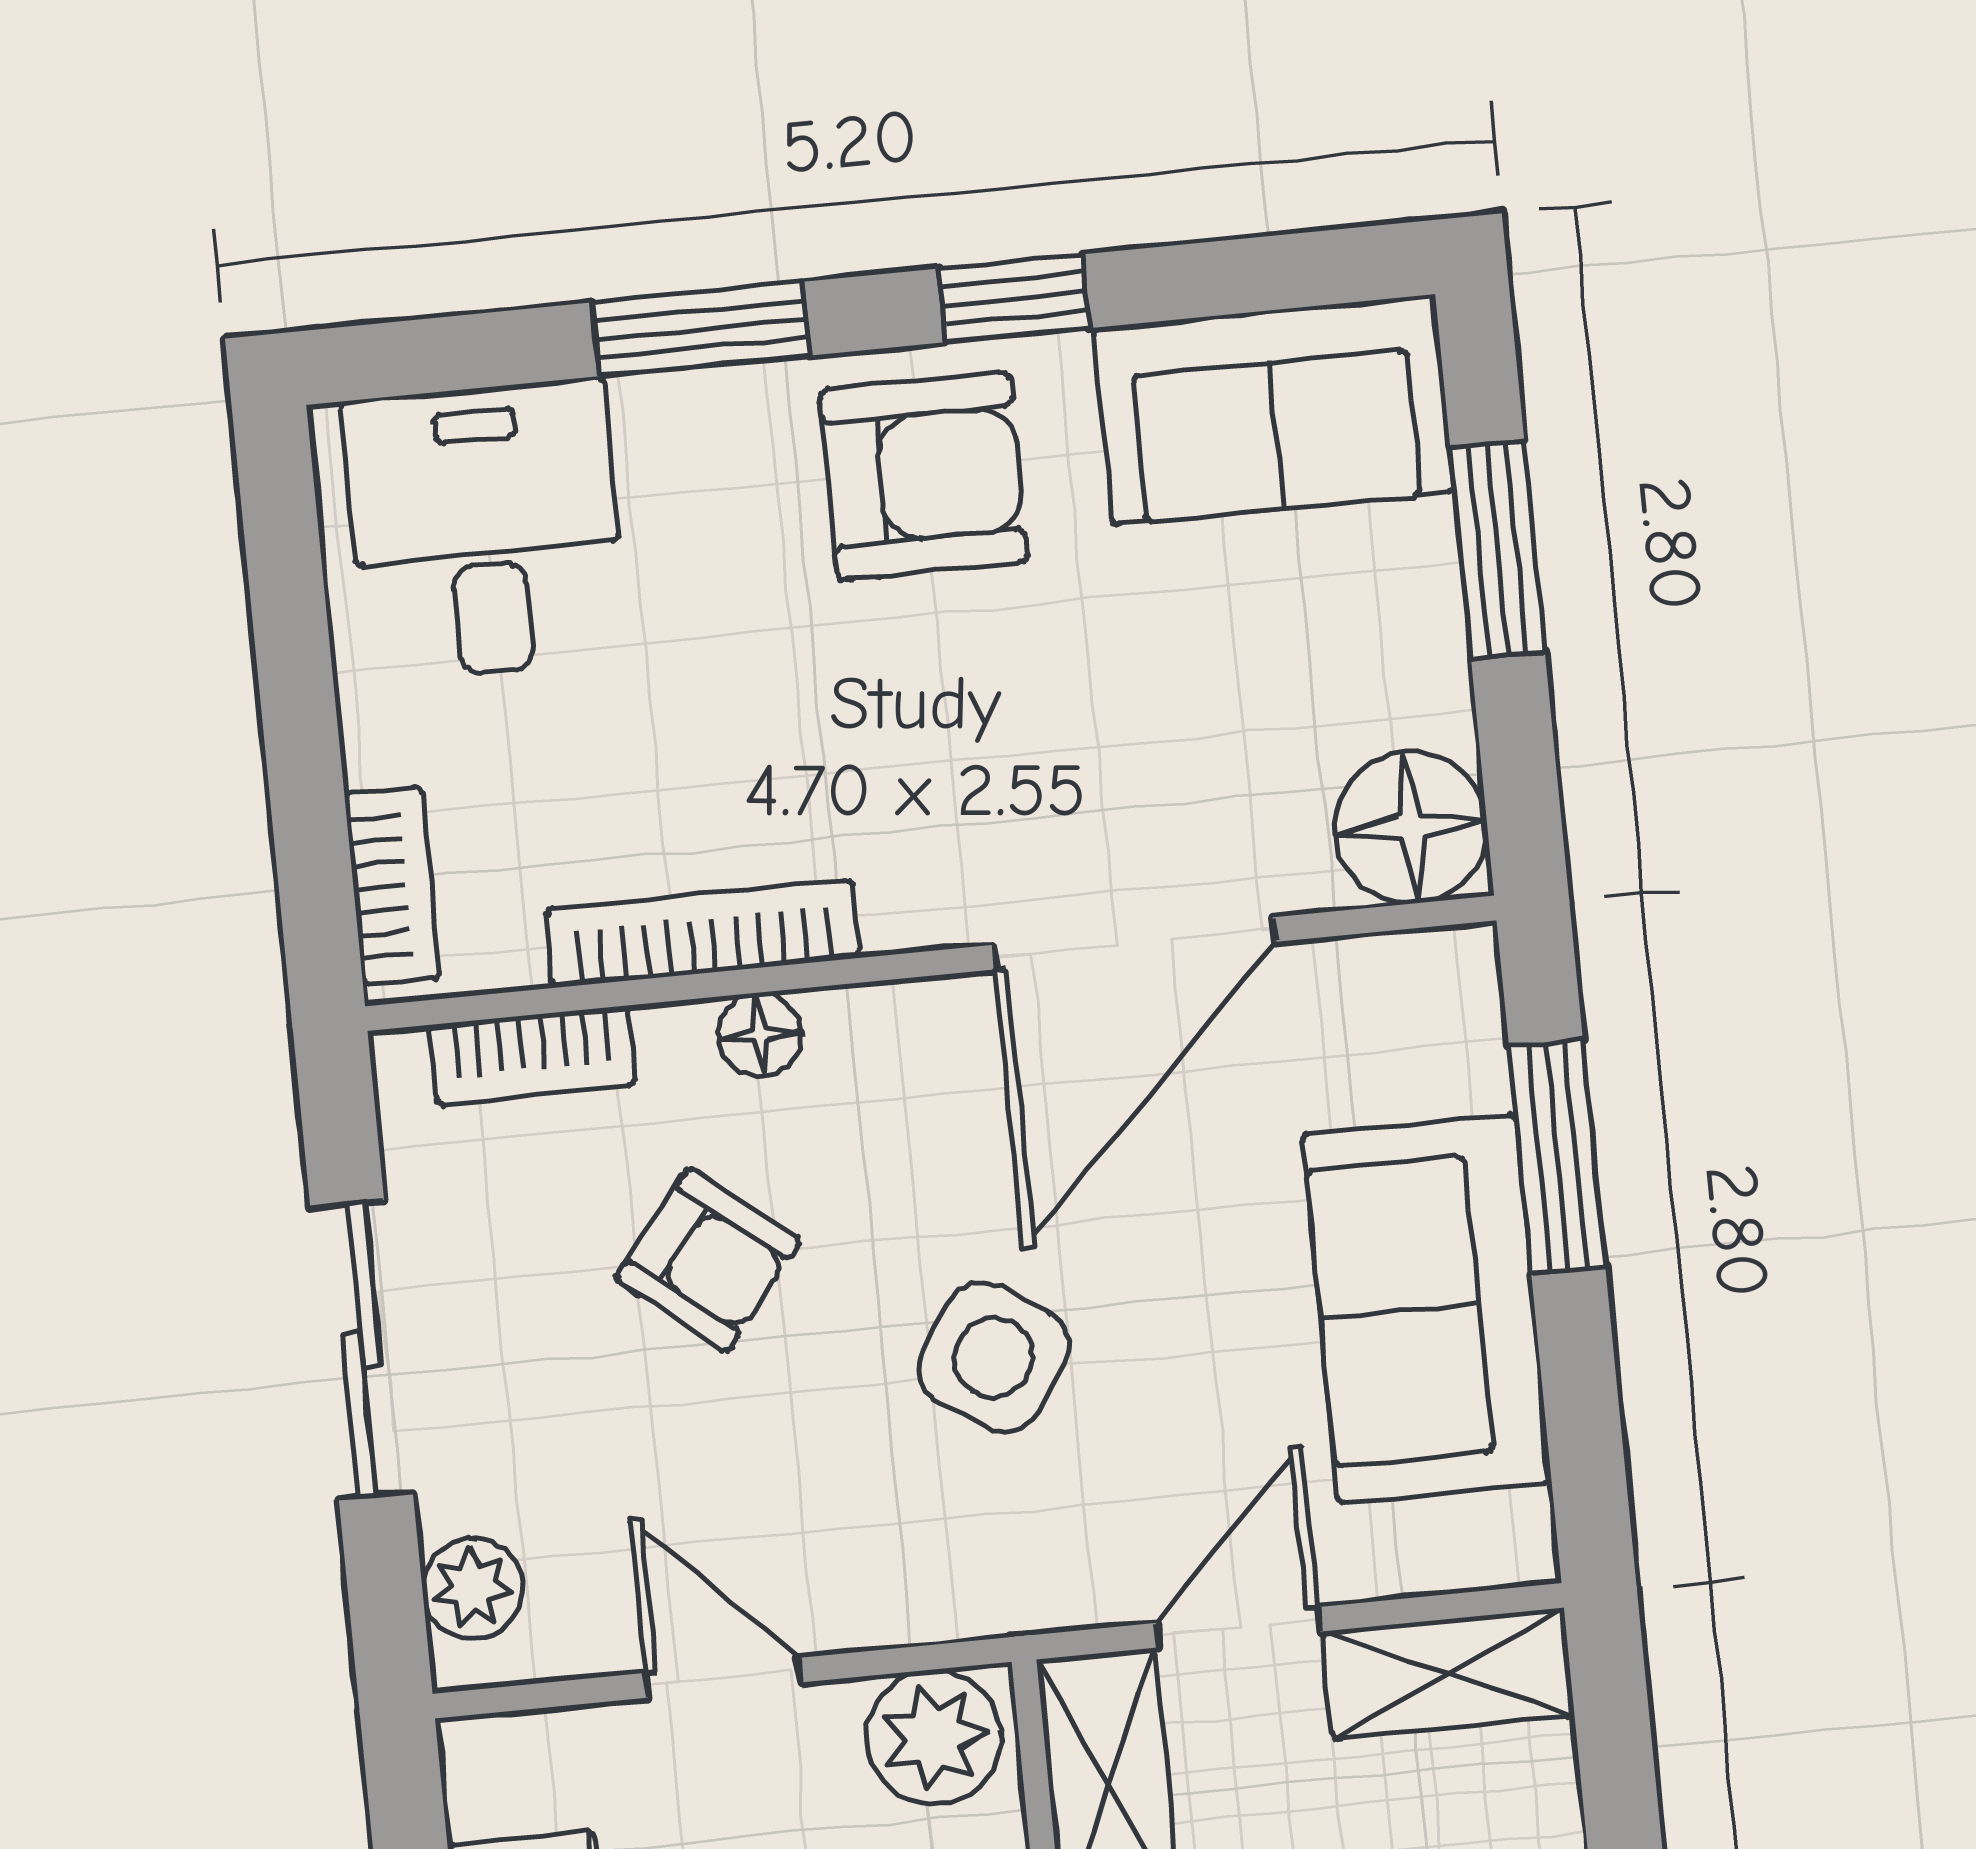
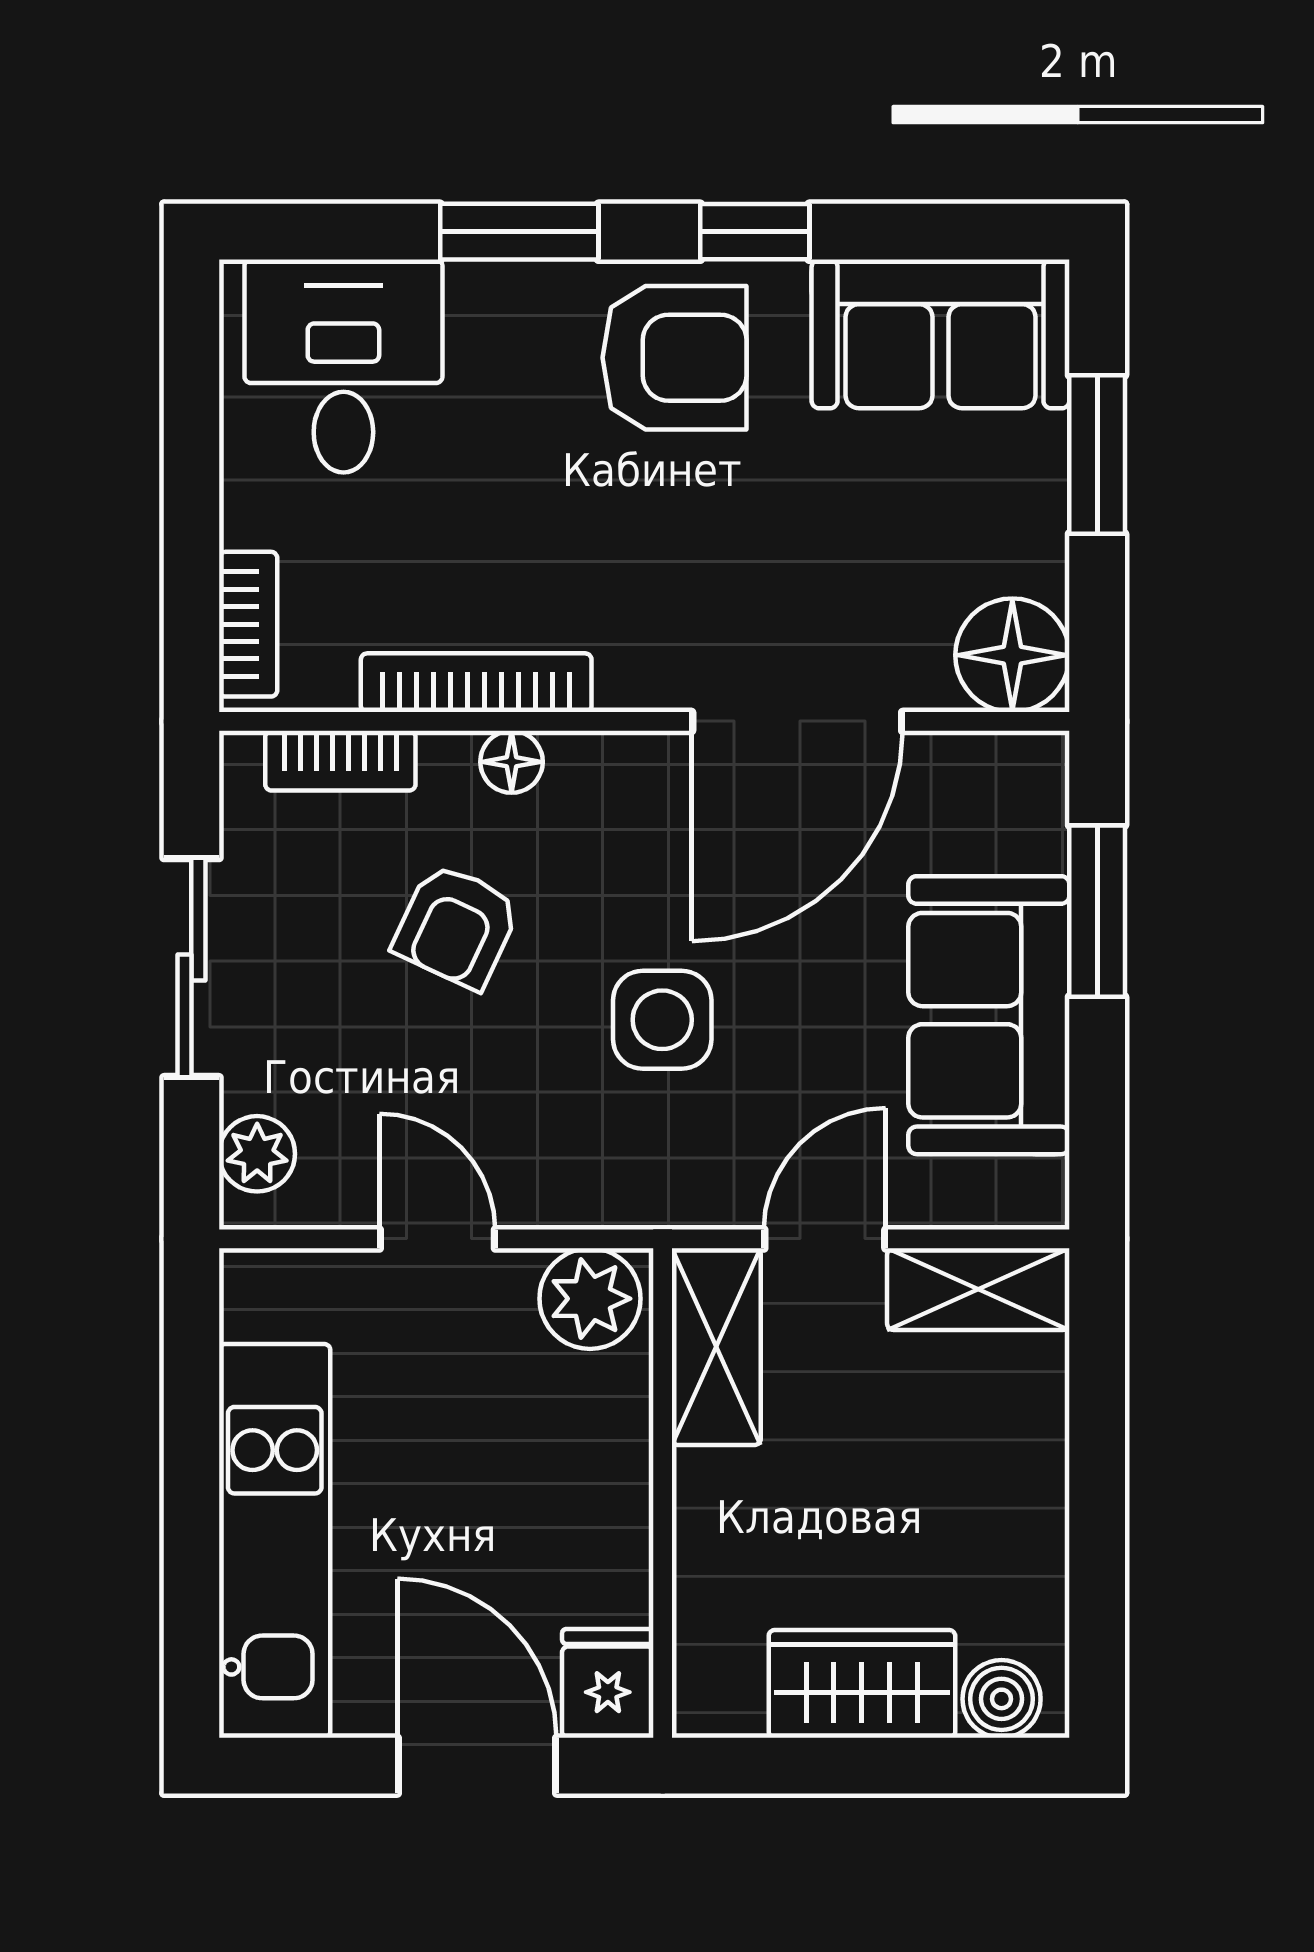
armchair: (708, 1260) -> (456, 926), turned 76
side table: (994, 1357) -> (662, 1020), turned -33

